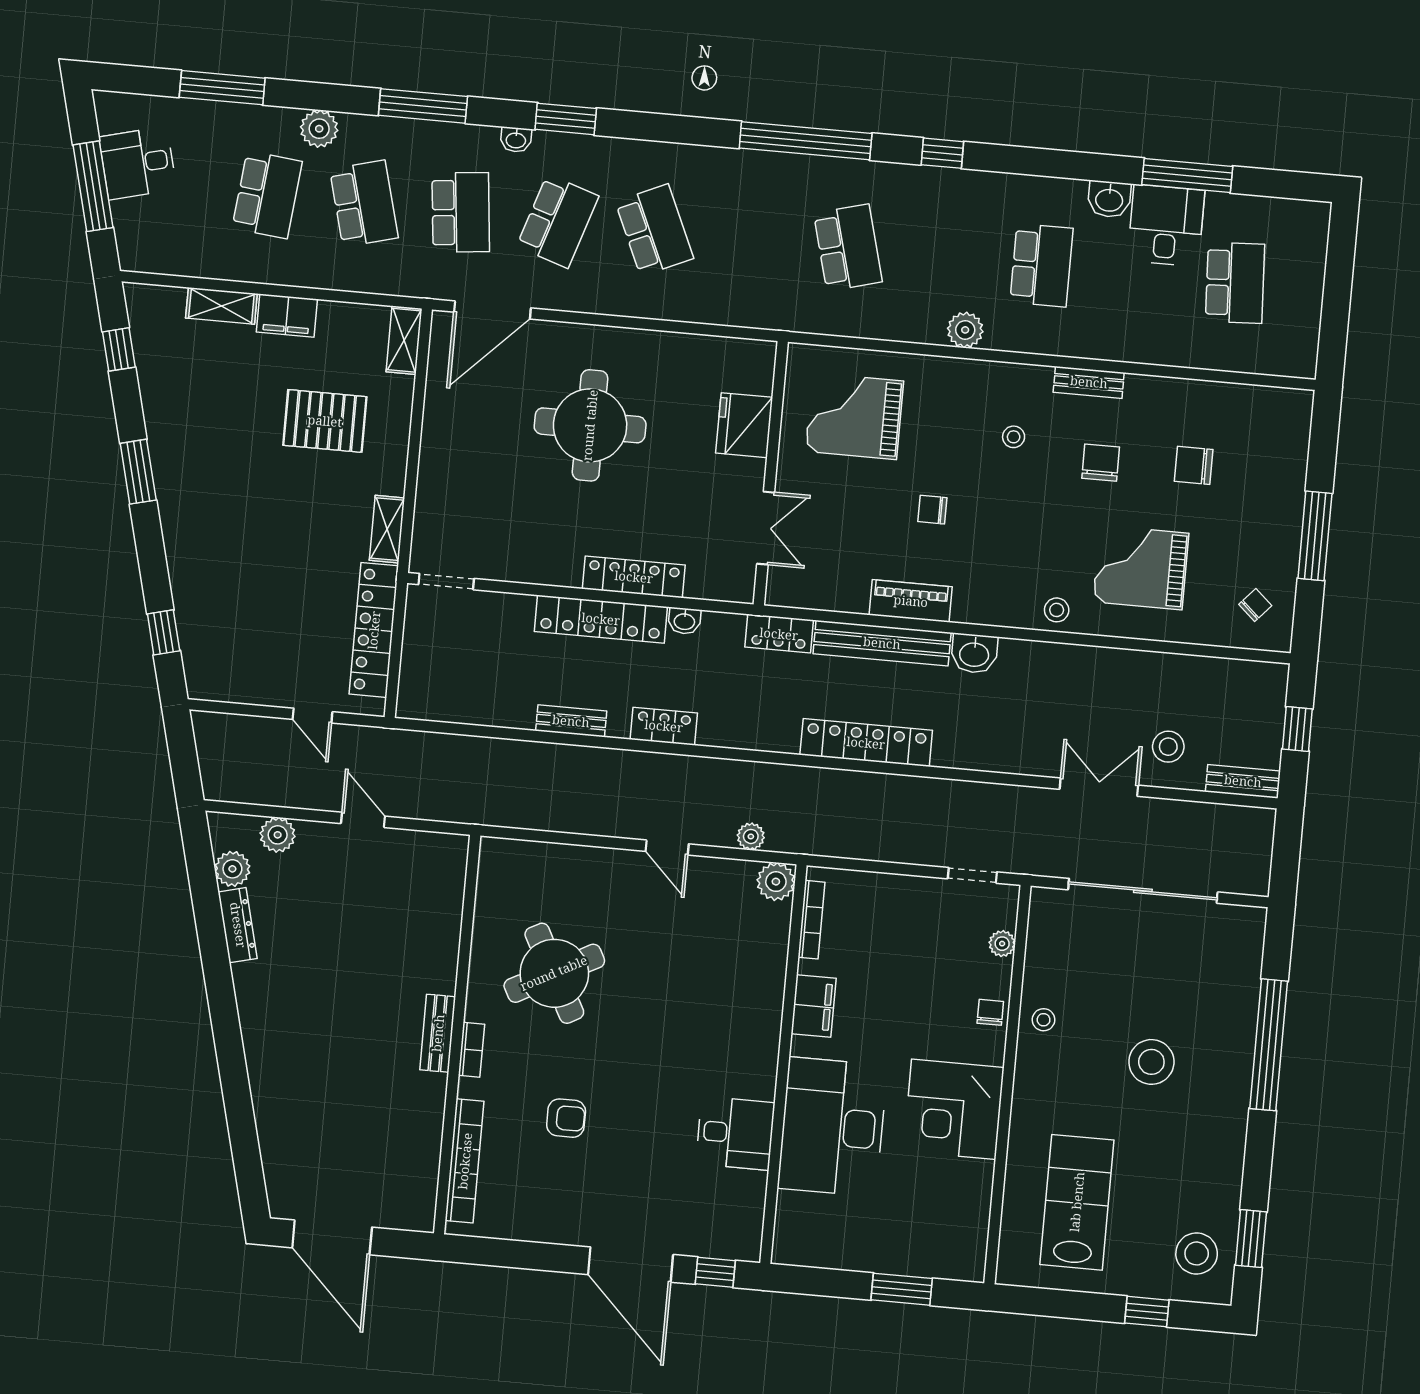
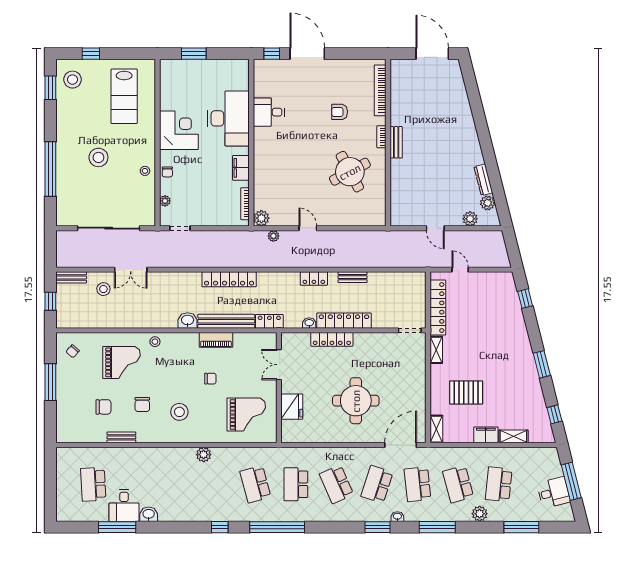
school desk: (1042, 265) -> (296, 484), moved
bench: (1089, 382) -> (121, 437), moved
stool: (1014, 437) -> (179, 412), width x1.89, depth x1.89

